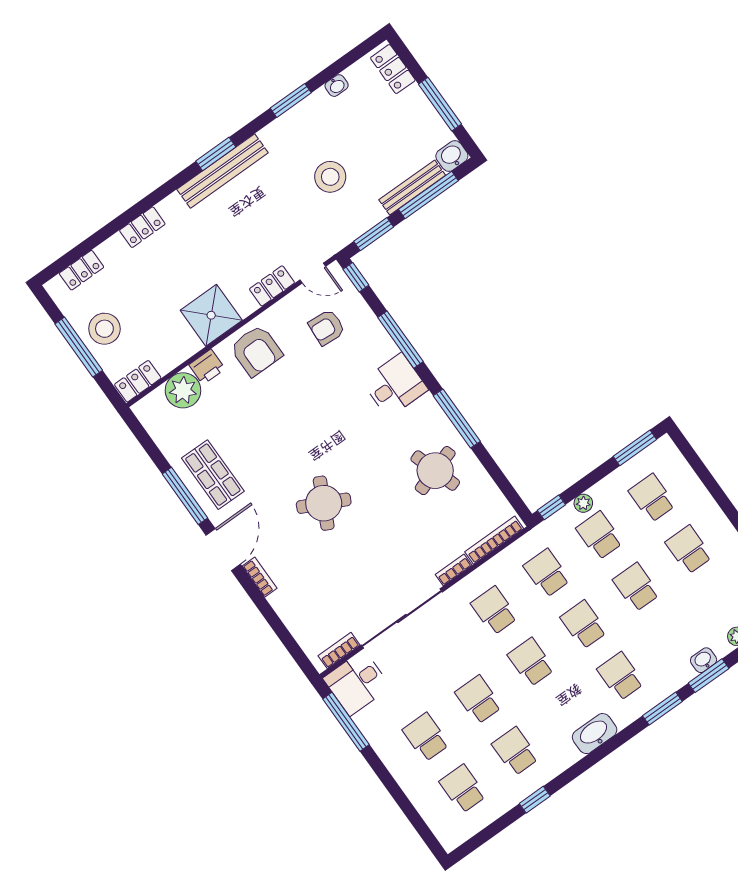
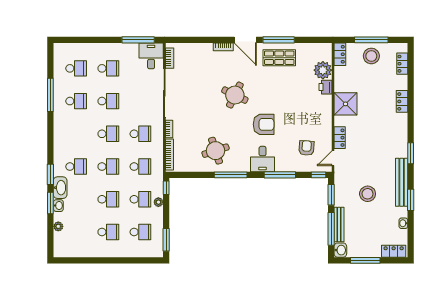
bench: (223, 171) -> (402, 182), moved
armchair: (256, 351) -> (264, 124), moved, turned 180
washbasin: (595, 734) -> (60, 188), moved
window: (535, 800) -> (50, 95), width x2.17

